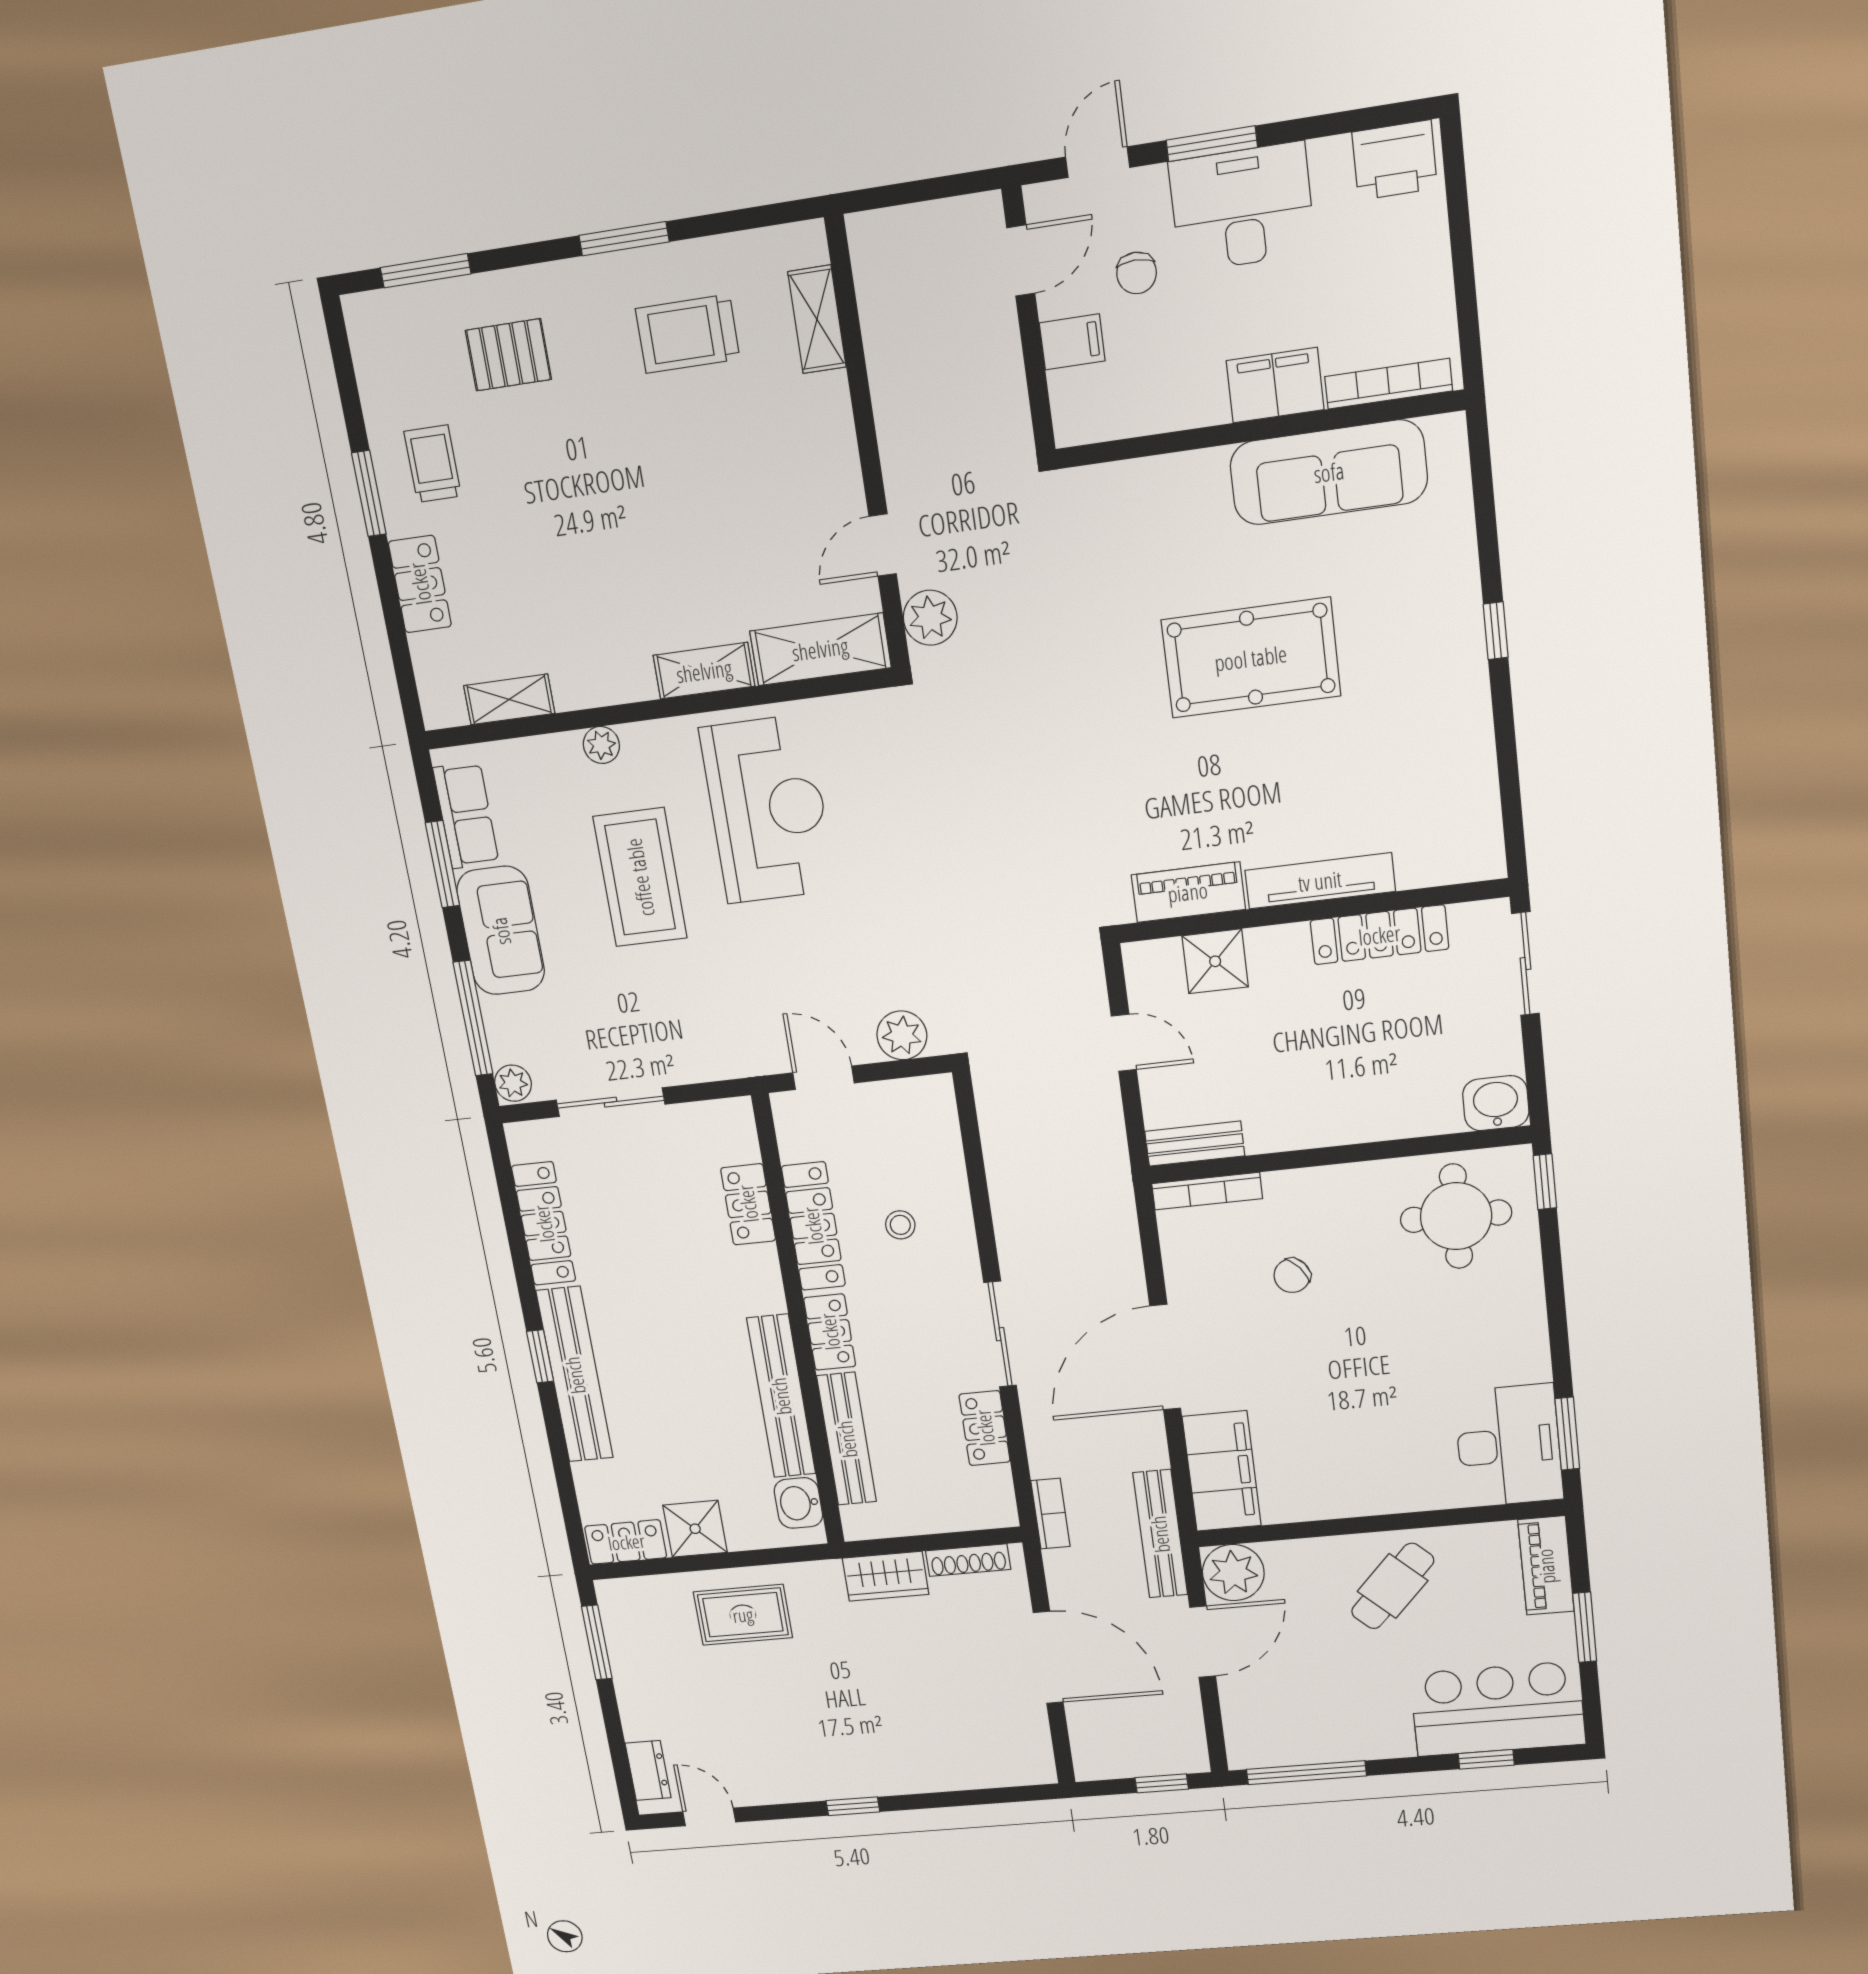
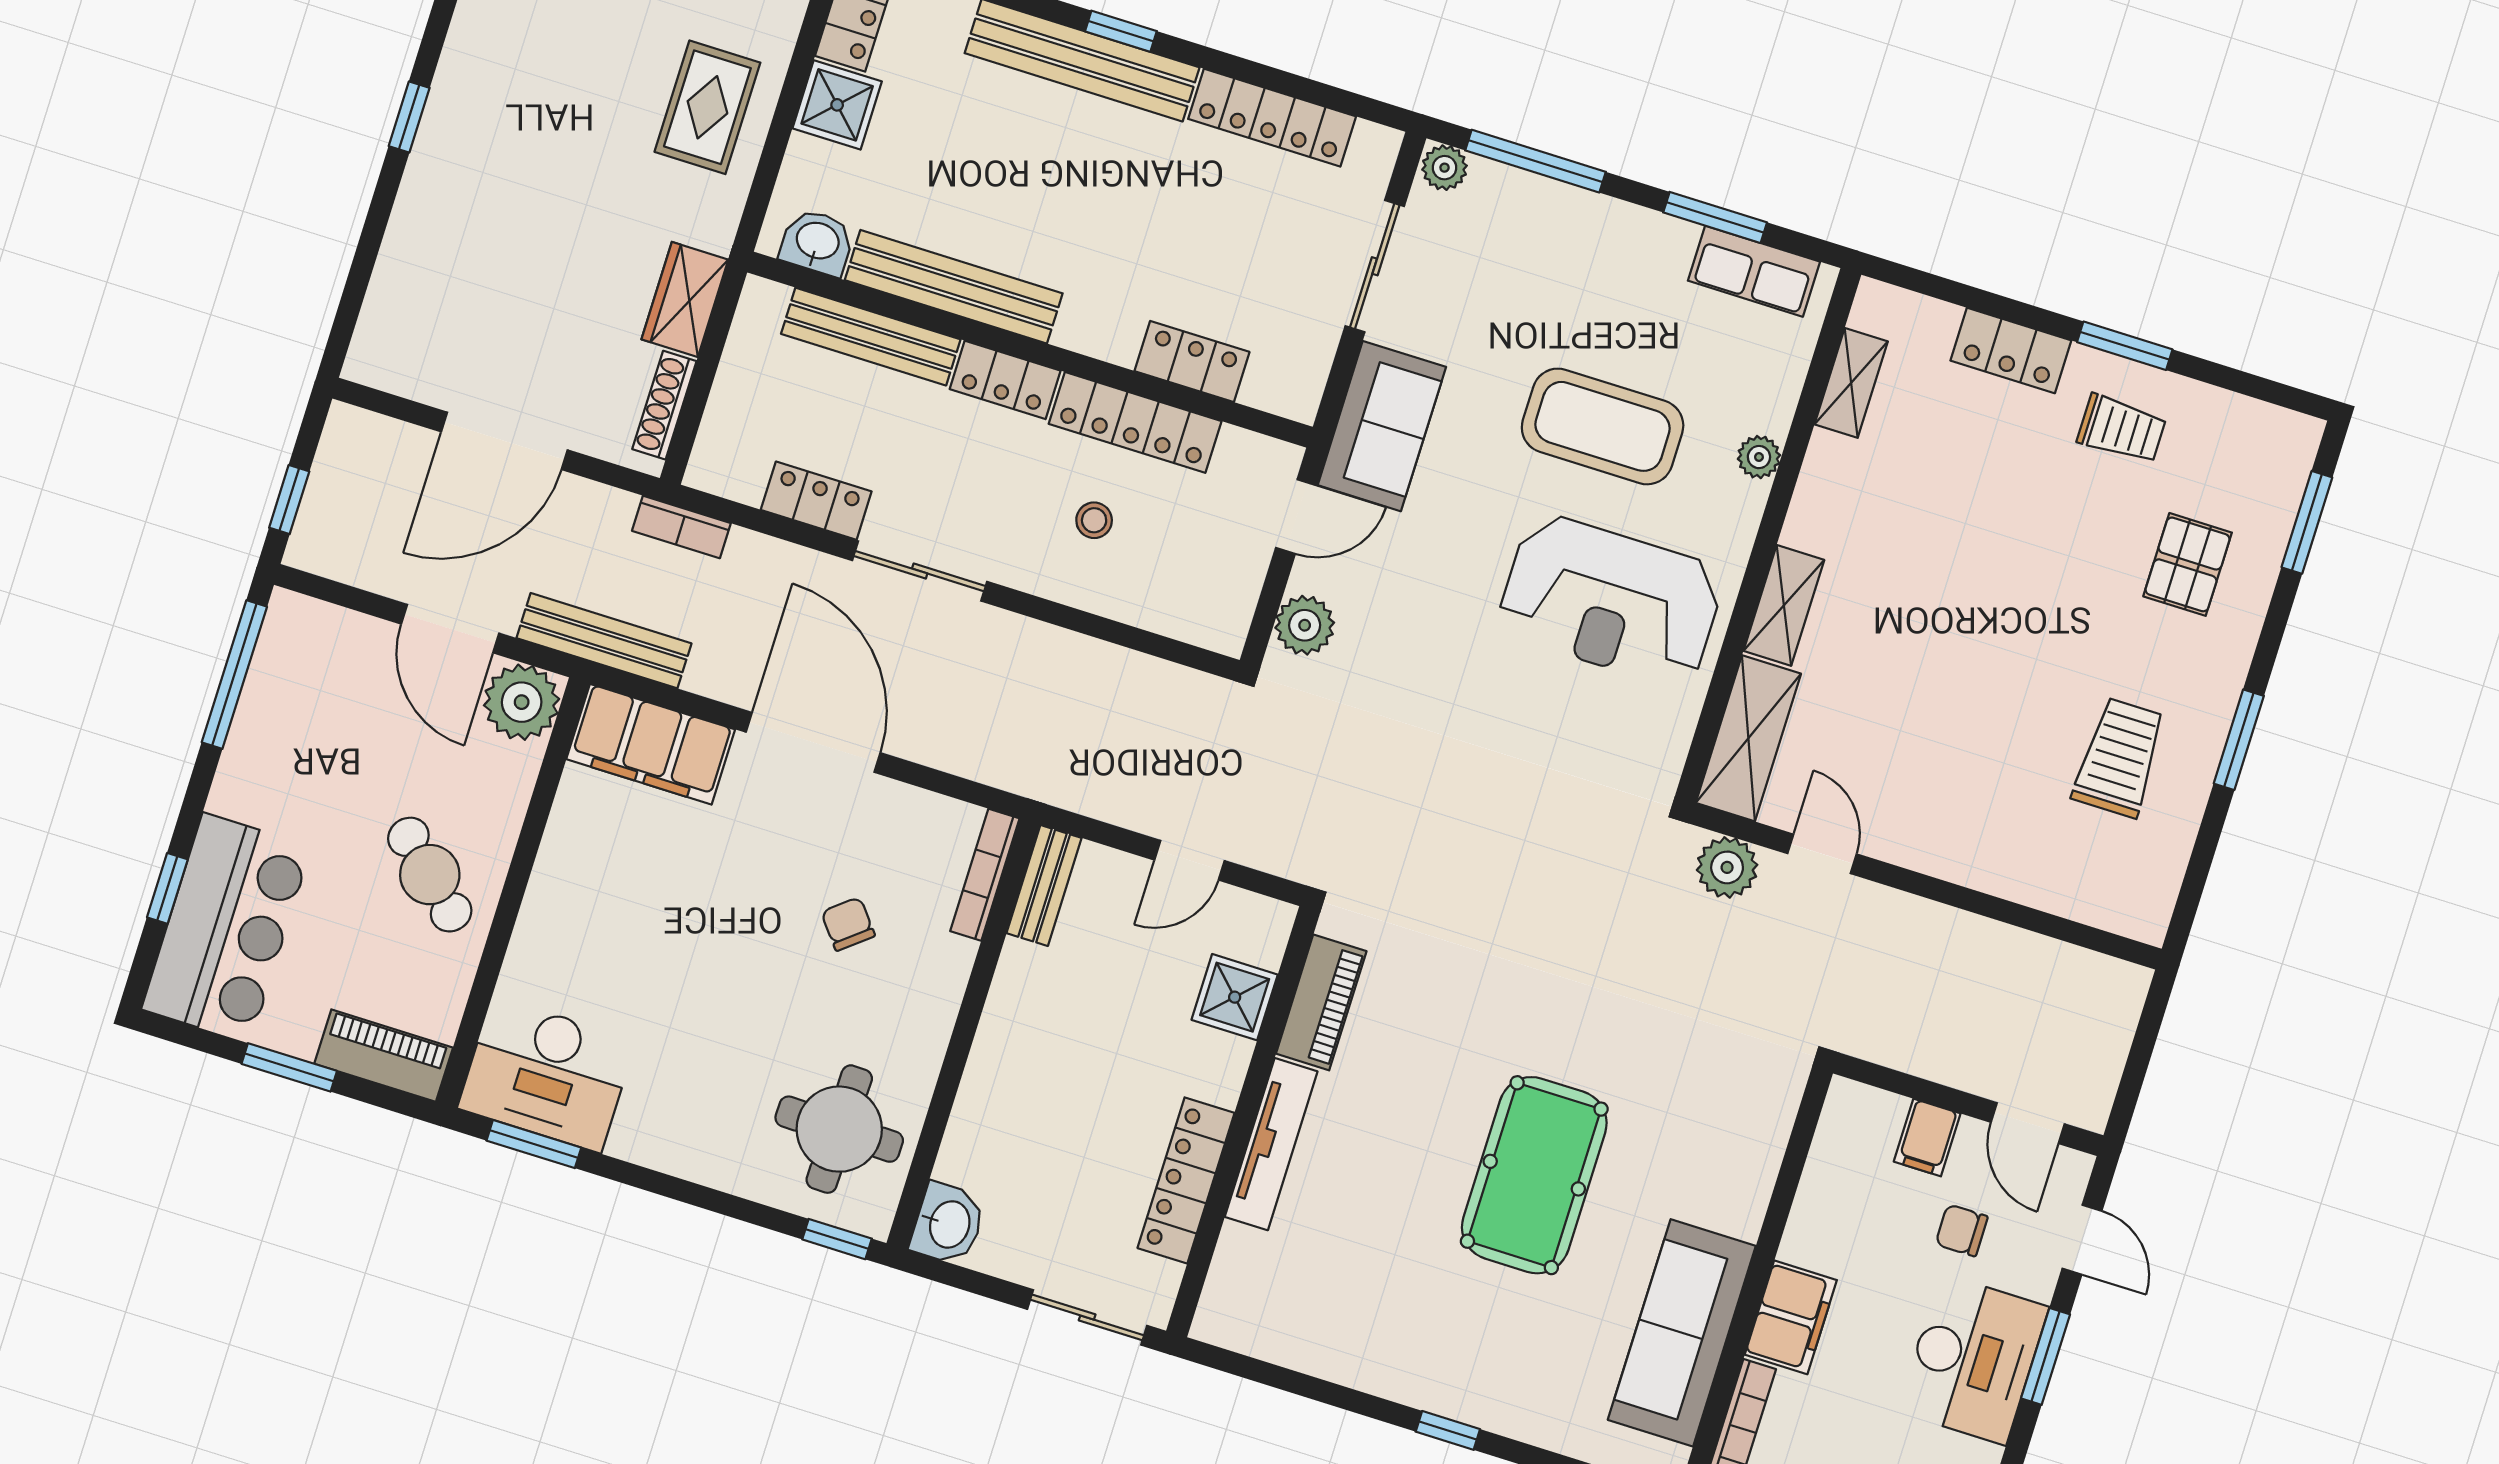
shelving: (817, 319) -> (2070, 895), removed
sofa: (501, 931) -> (1382, 426), moved, turned -90

